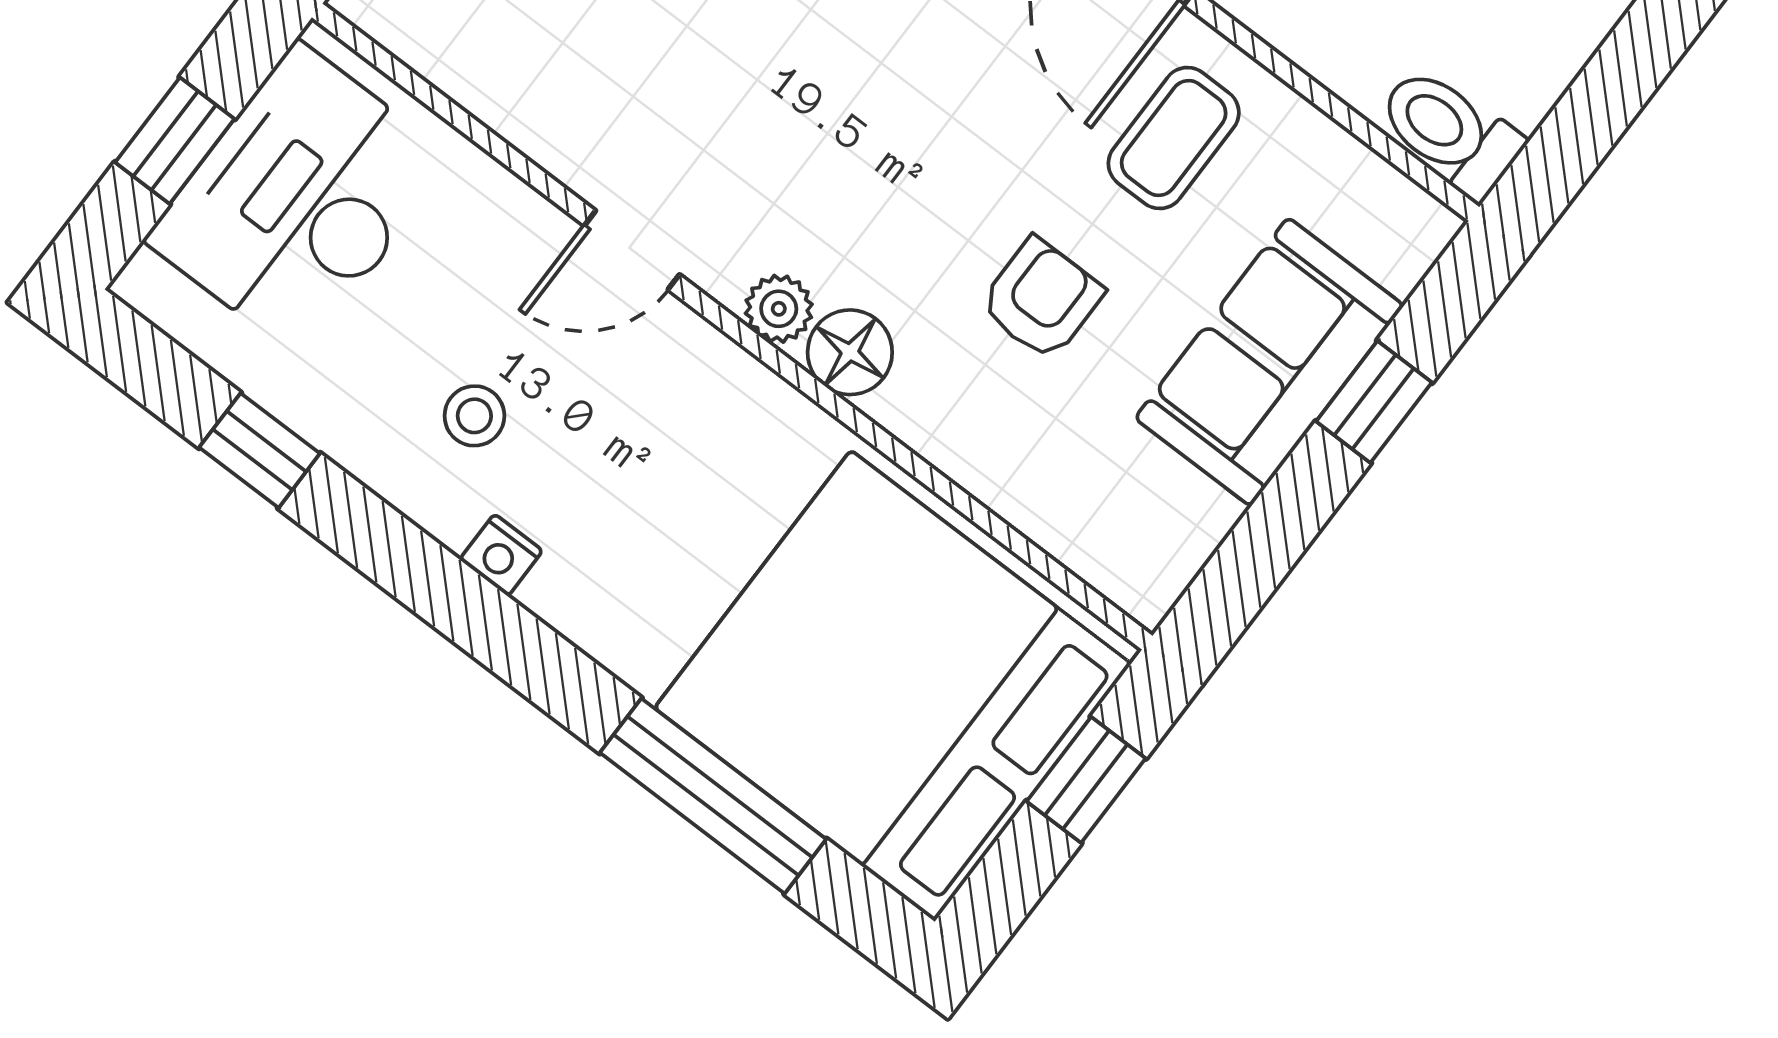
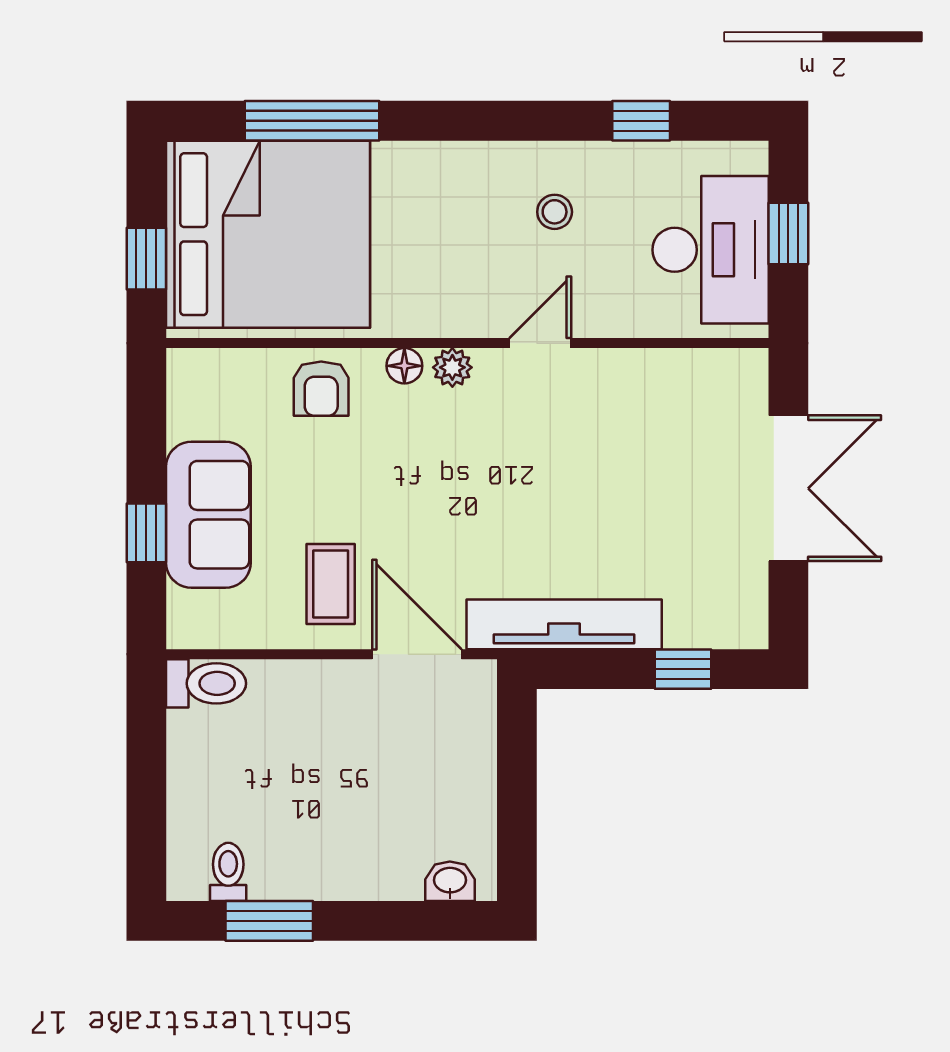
armchair: (1041, 299) -> (321, 389), moved
floor lamp: (850, 352) -> (404, 366), width x0.73, depth x0.73
nightstand: (501, 555) -> (494, 157), removed

